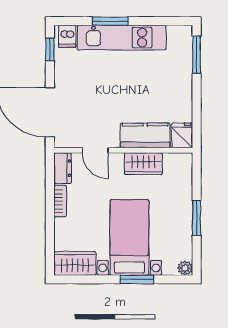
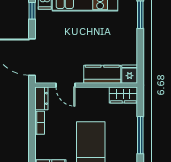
wardrobe: (143, 164) -> (123, 95), moved
window: (197, 218) -> (140, 135), width x1.44

